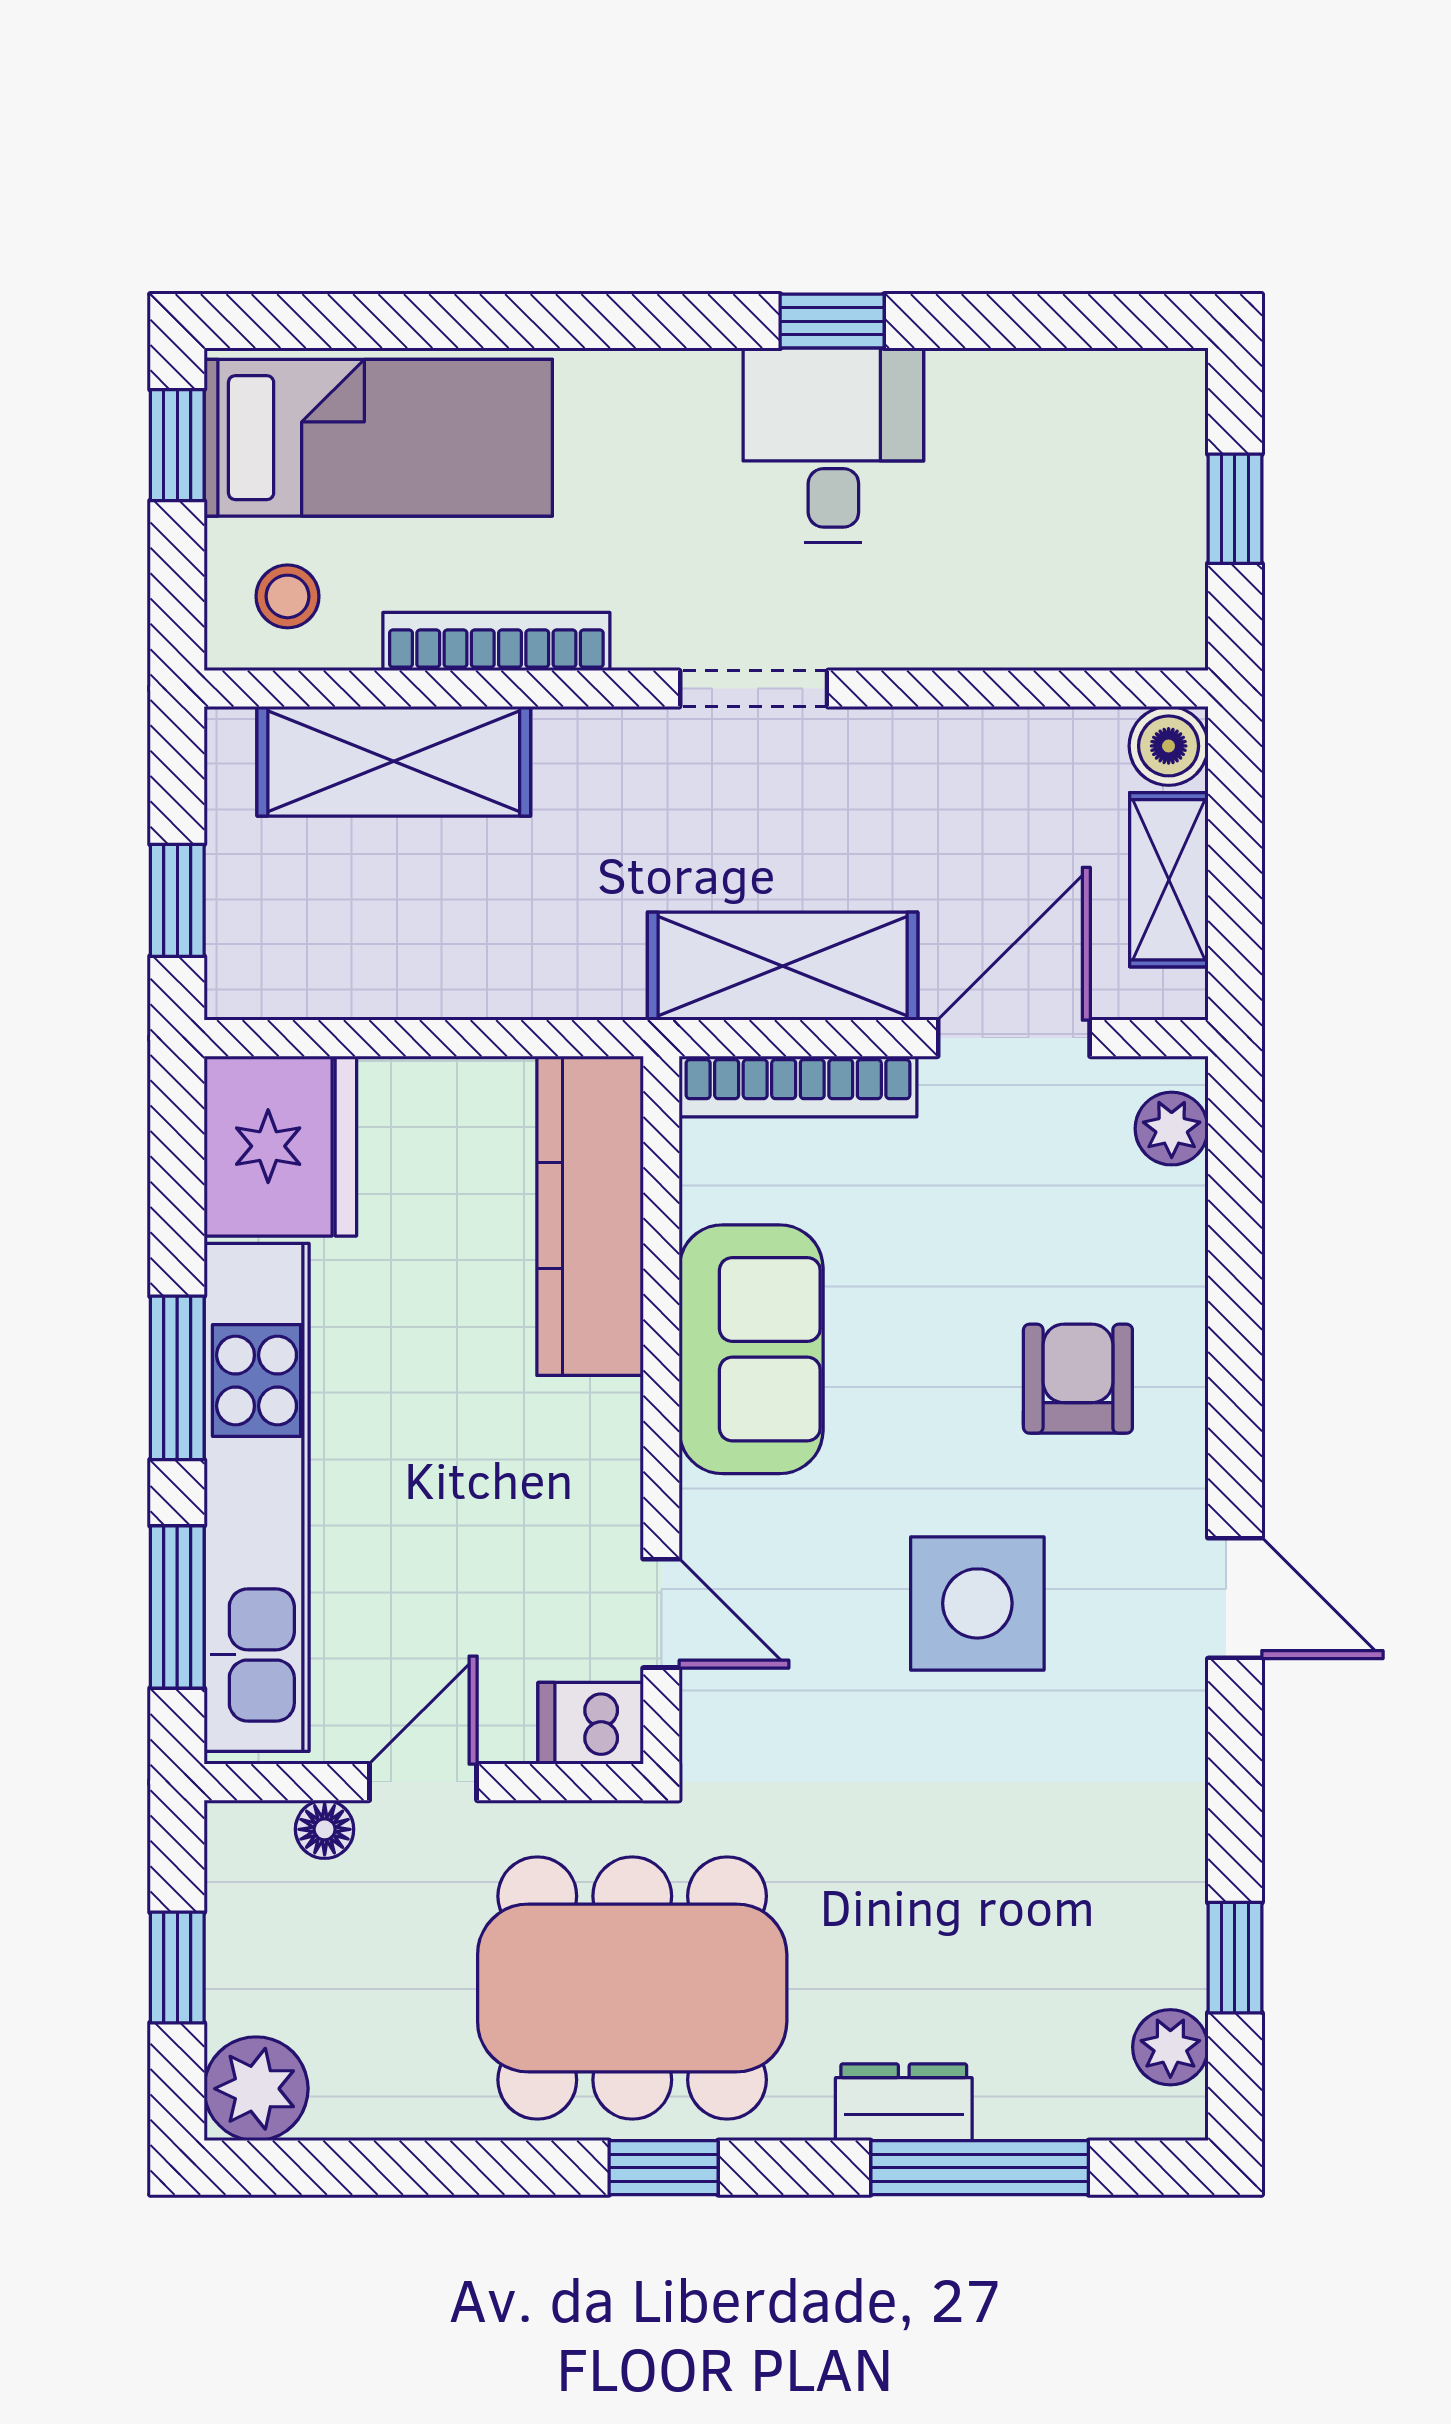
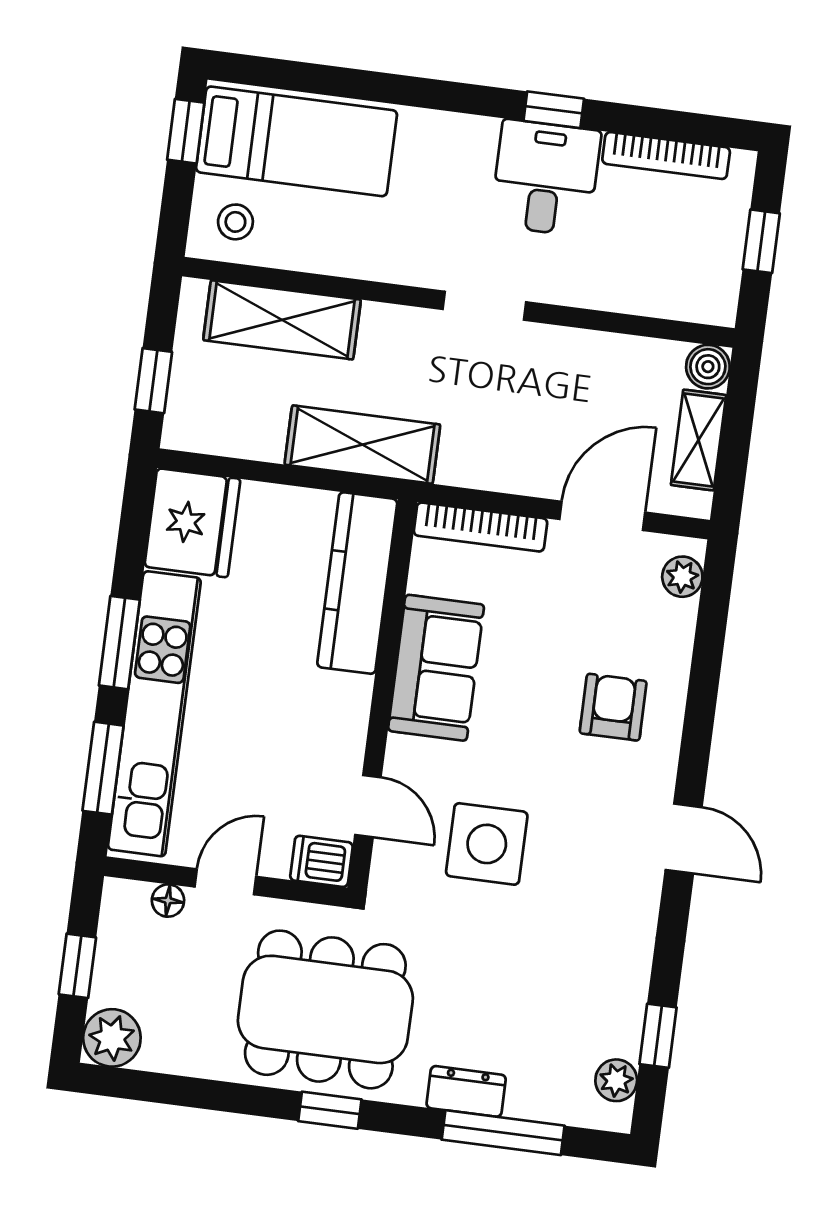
bookcase: (496, 642) -> (666, 156), moved, turned 180
shelving: (783, 966) -> (362, 445), moved
side table: (977, 1603) -> (487, 844), moved

